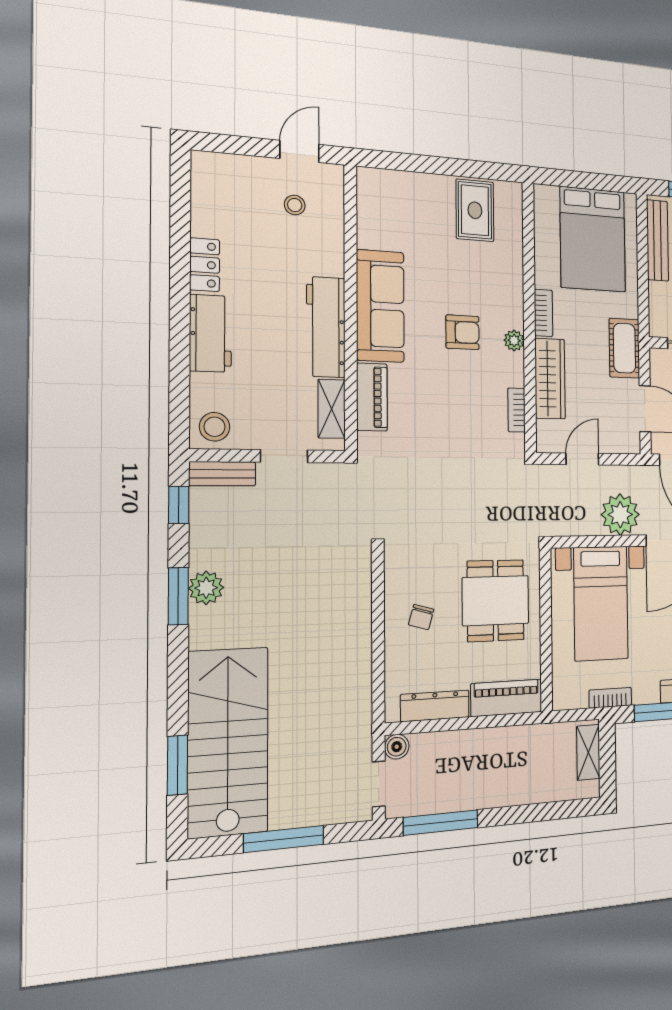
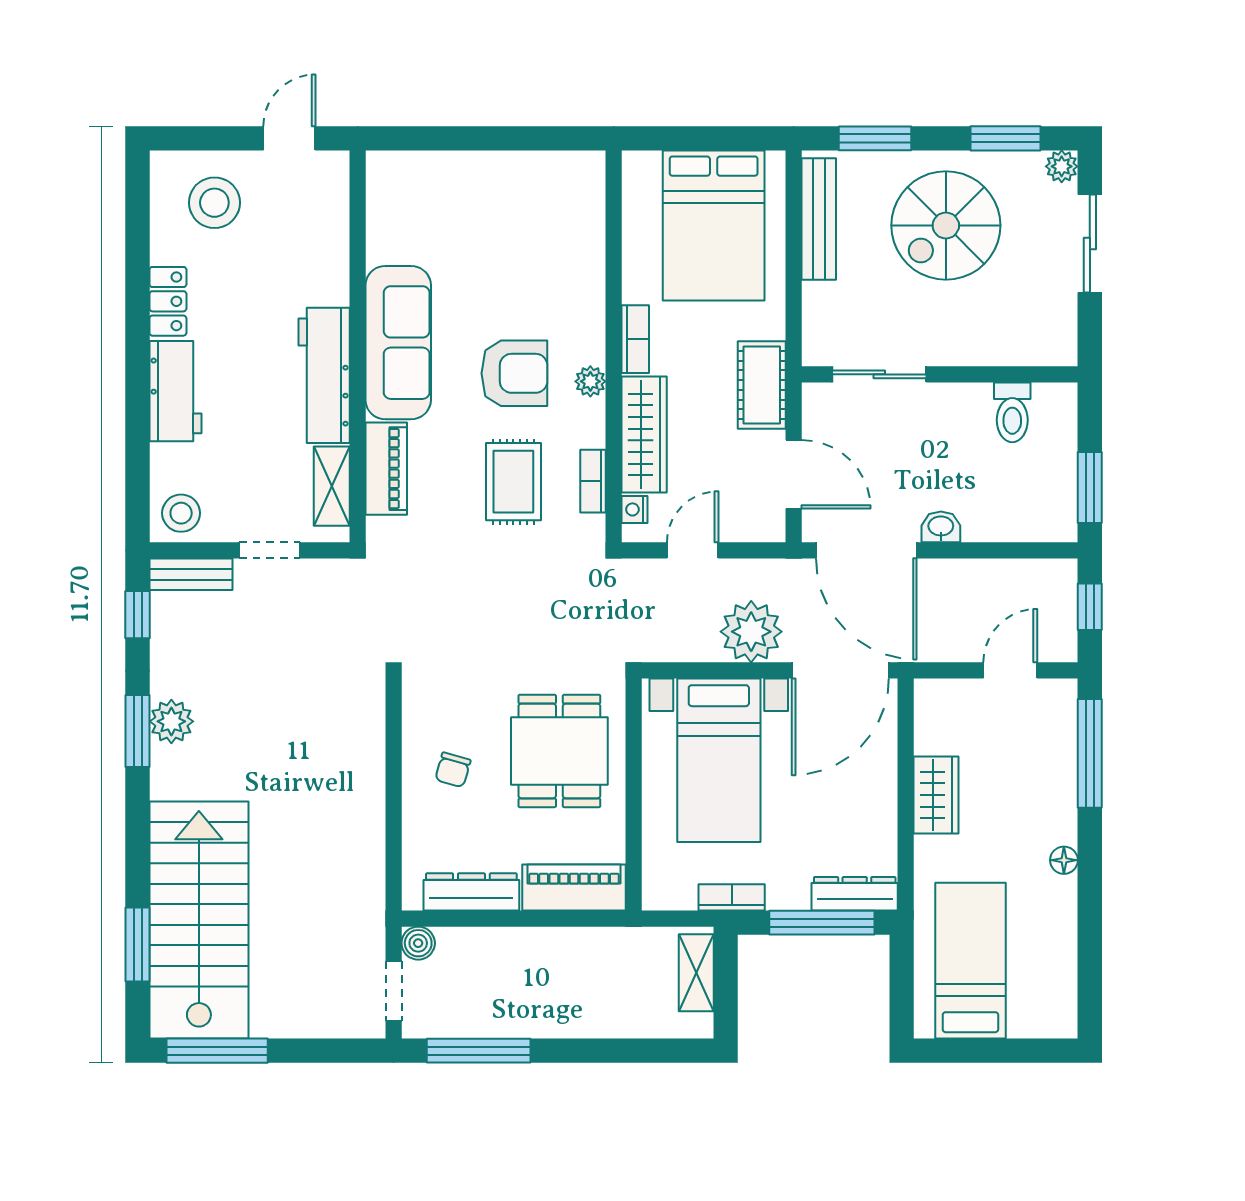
stool: (295, 205) -> (214, 203), moved, width x1.89, depth x1.89
rug: (475, 210) -> (513, 482), moved
armchair: (463, 332) -> (514, 373), width x1.38, depth x1.38
nightstand: (544, 430) -> (635, 509), added
window: (284, 839) -> (217, 1051), moved

